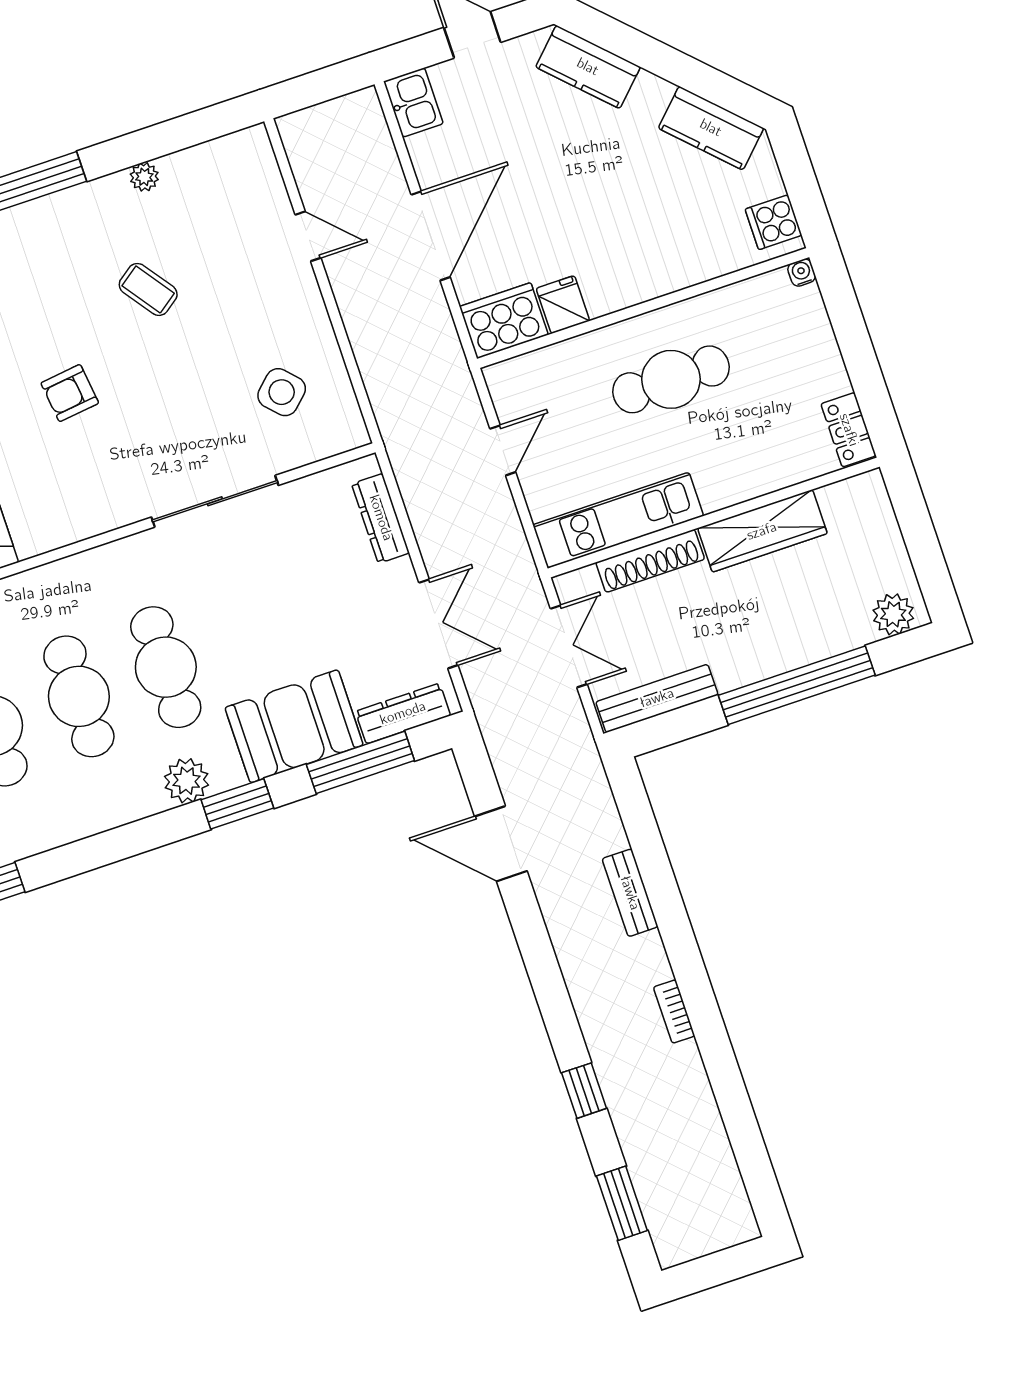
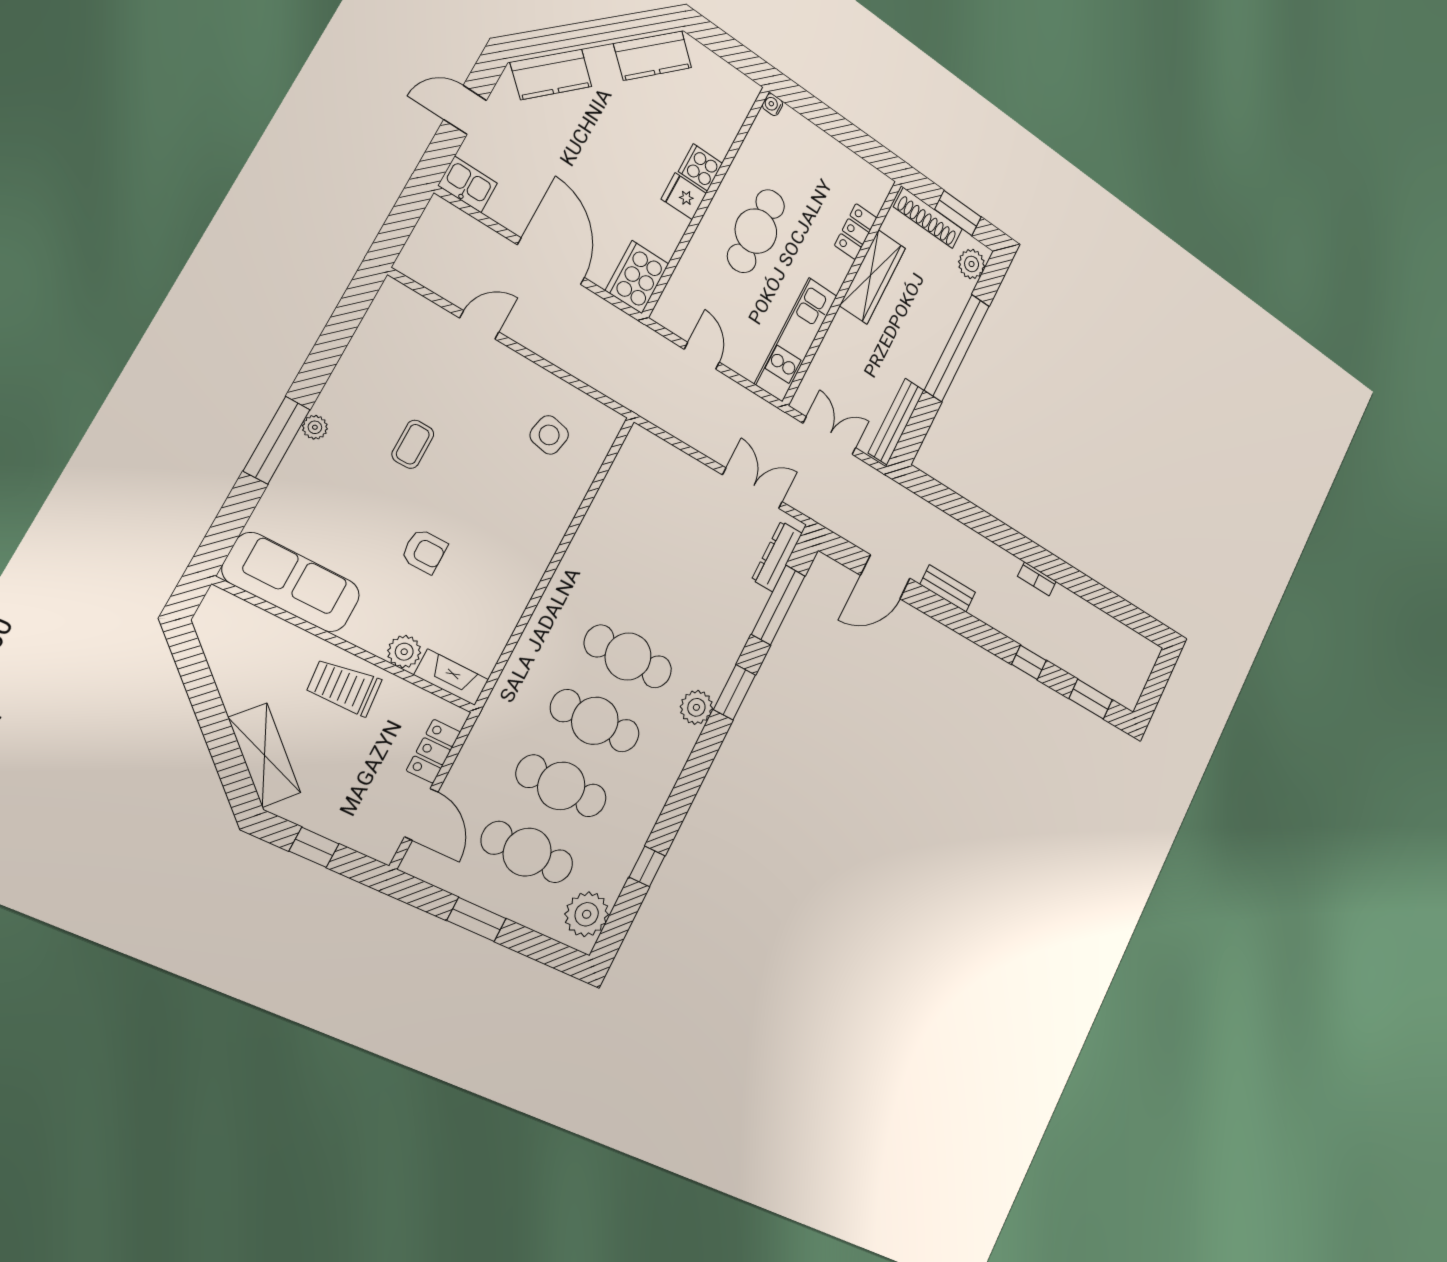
plant: (144, 177) -> (315, 427), moved
cooker: (774, 222) -> (700, 167), moved, turned 90
coffee table: (148, 289) -> (413, 444), turned -54
fridge: (563, 305) -> (684, 196), moved
side table: (282, 392) -> (549, 435), turned -34
armchair: (70, 393) -> (424, 551), turned -83
locker: (849, 430) -> (856, 232), moved, turned 90
sliding door: (215, 501) -> (569, 535), removed
dresser: (381, 518) -> (670, 458), removed
window: (924, 549) -> (958, 213), added
shoe rack: (650, 561) -> (928, 218), moved, turned 90
booth: (294, 726) -> (727, 620), removed
bench: (630, 893) -> (948, 588), moved

